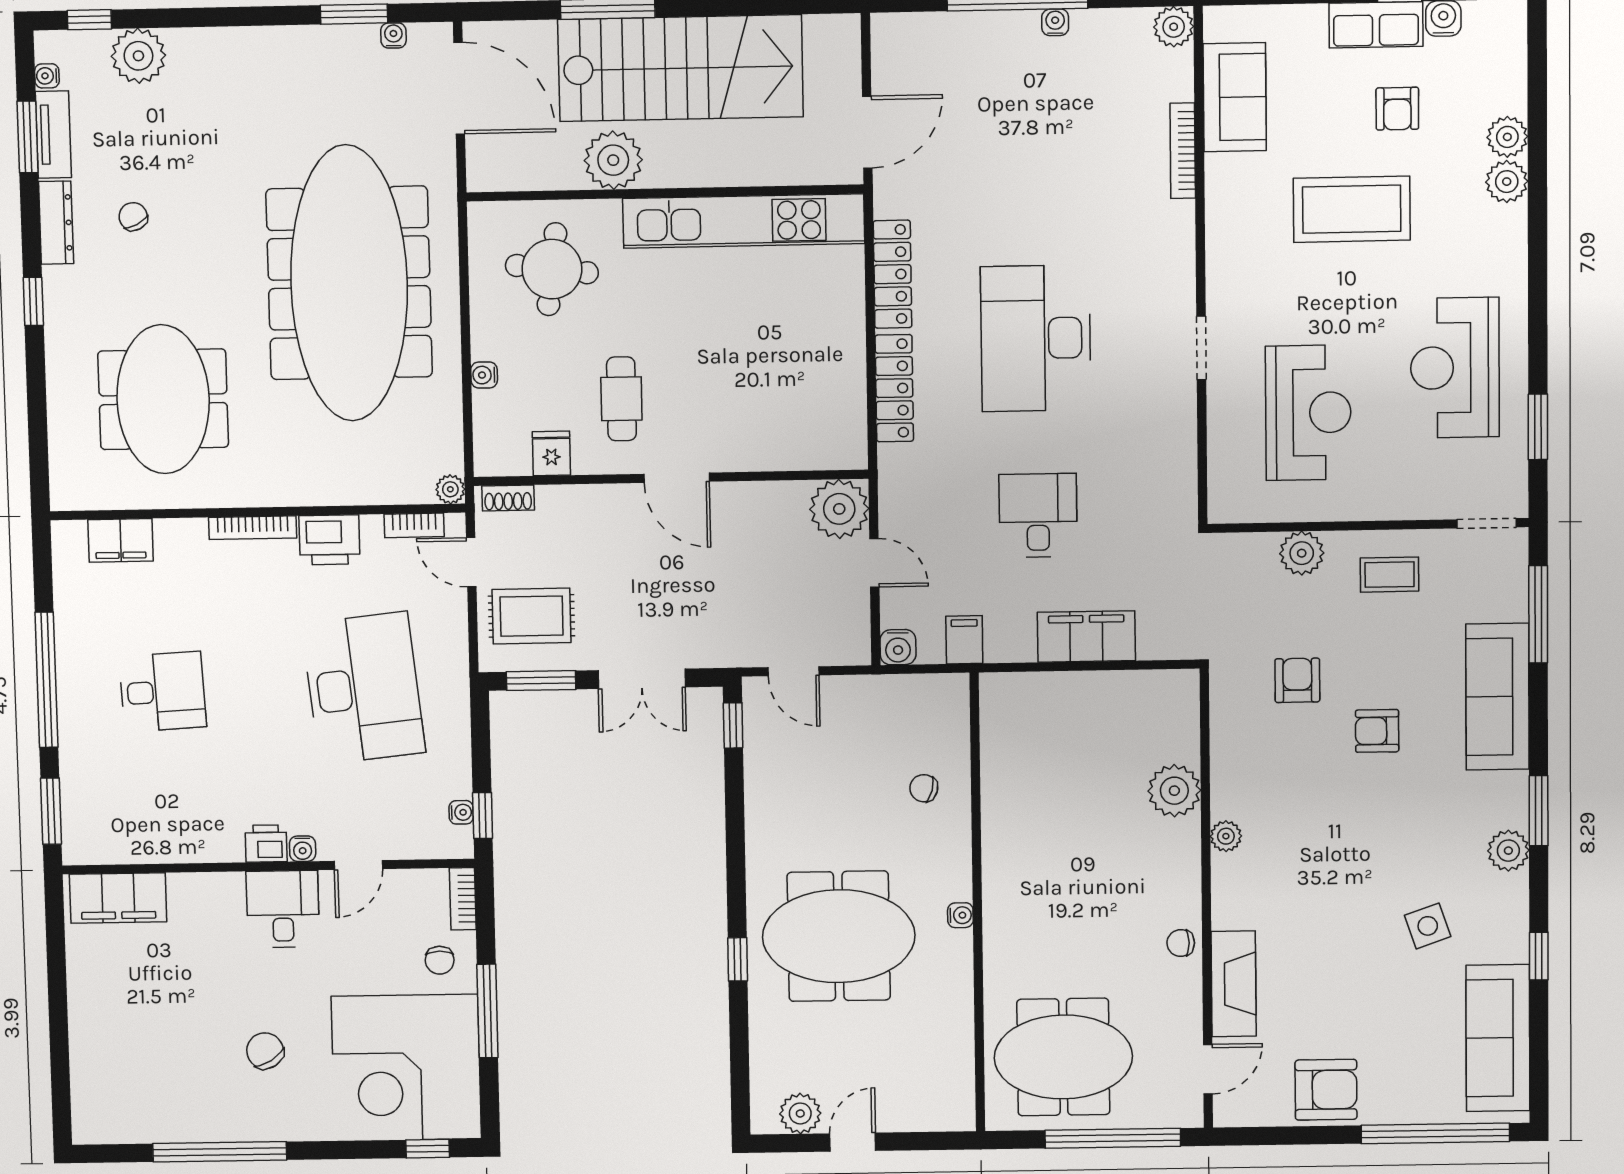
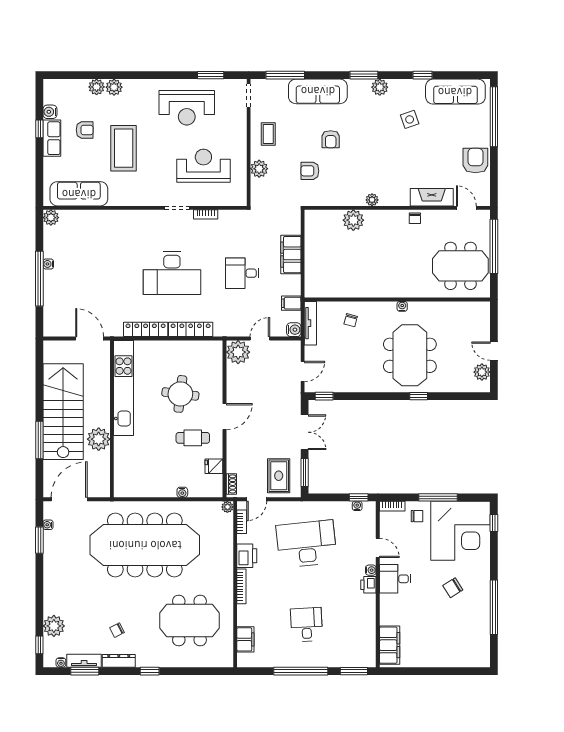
sofa: (1235, 97) -> (79, 194), width x1.36
bookcase: (1183, 151) -> (206, 214), moved, width x0.64
round table: (552, 269) -> (180, 394), moved
tv unit: (915, 688) -> (310, 323), added
meeting table: (1063, 1057) -> (460, 266), turned 90

